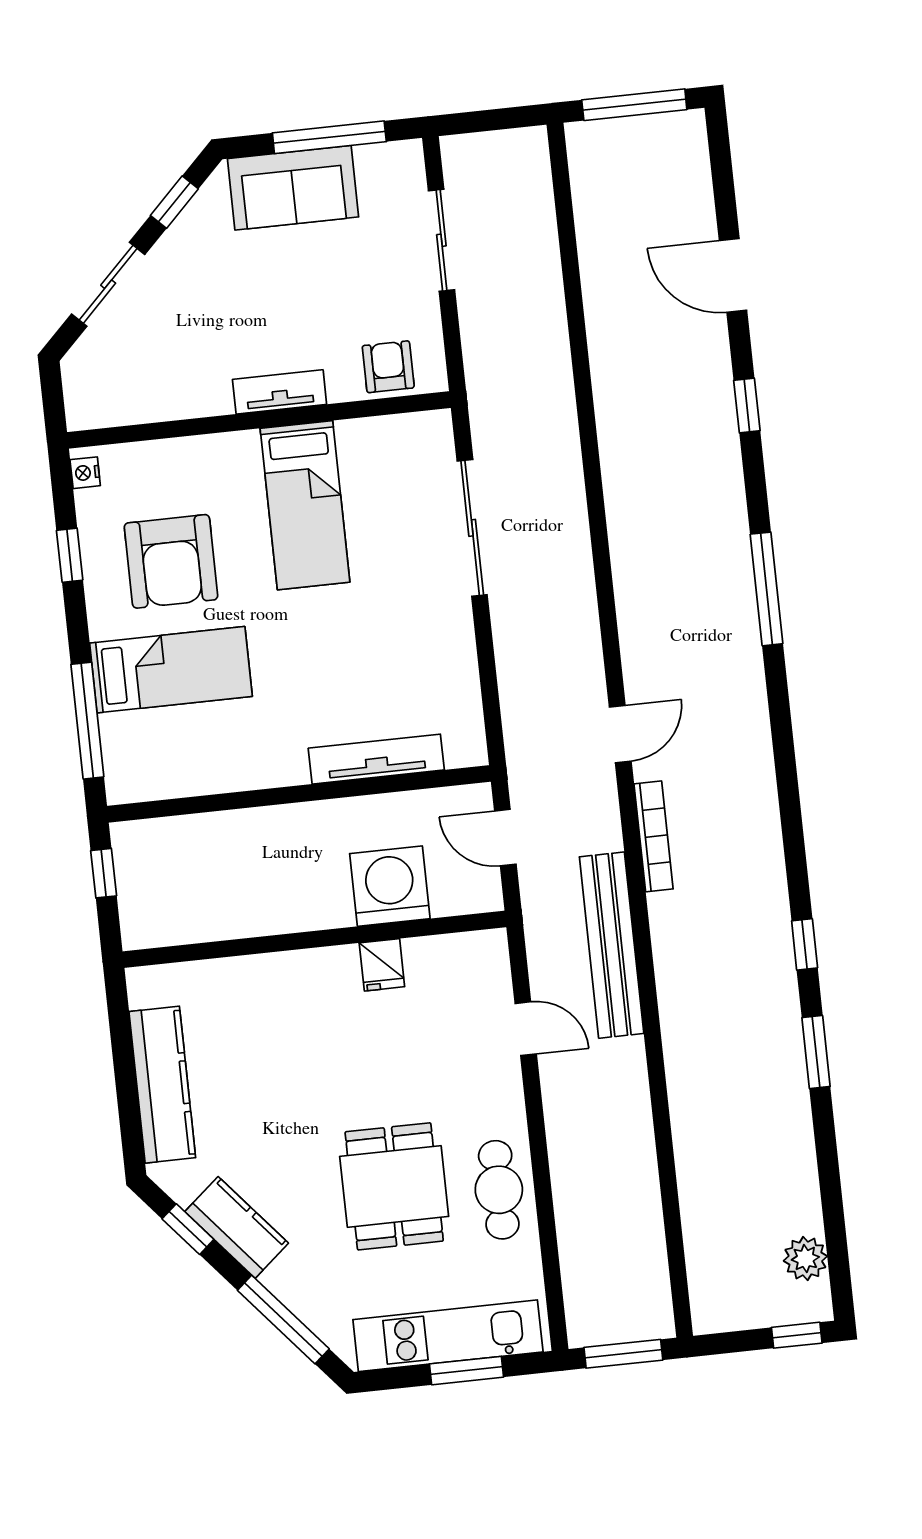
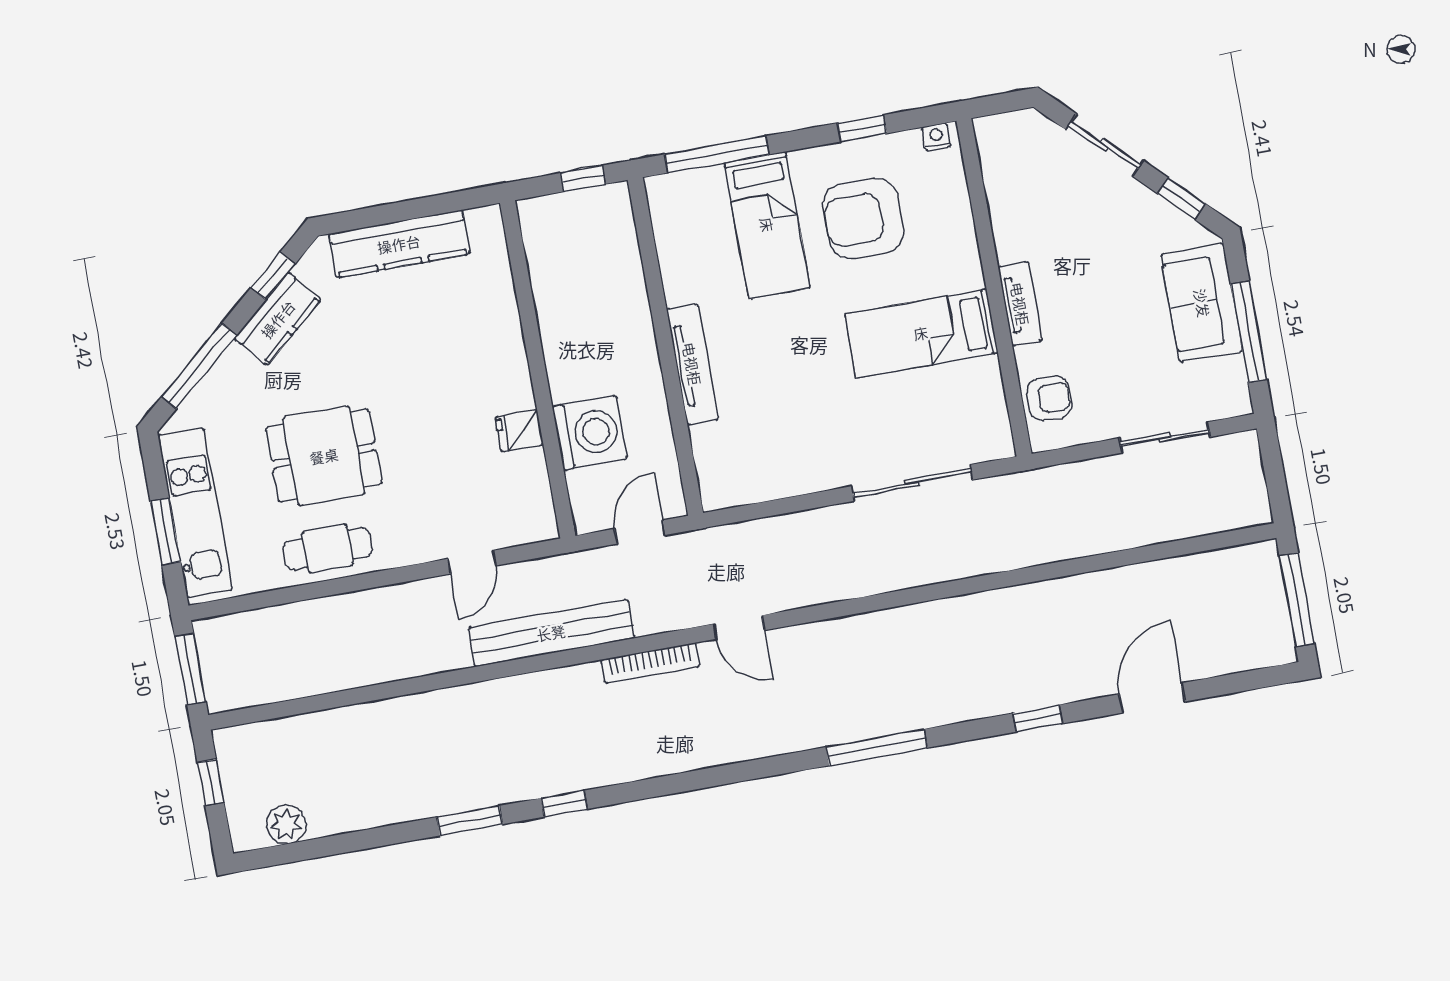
tv unit: (376, 759) -> (692, 364), moved
window: (797, 1335) -> (211, 782), moved

